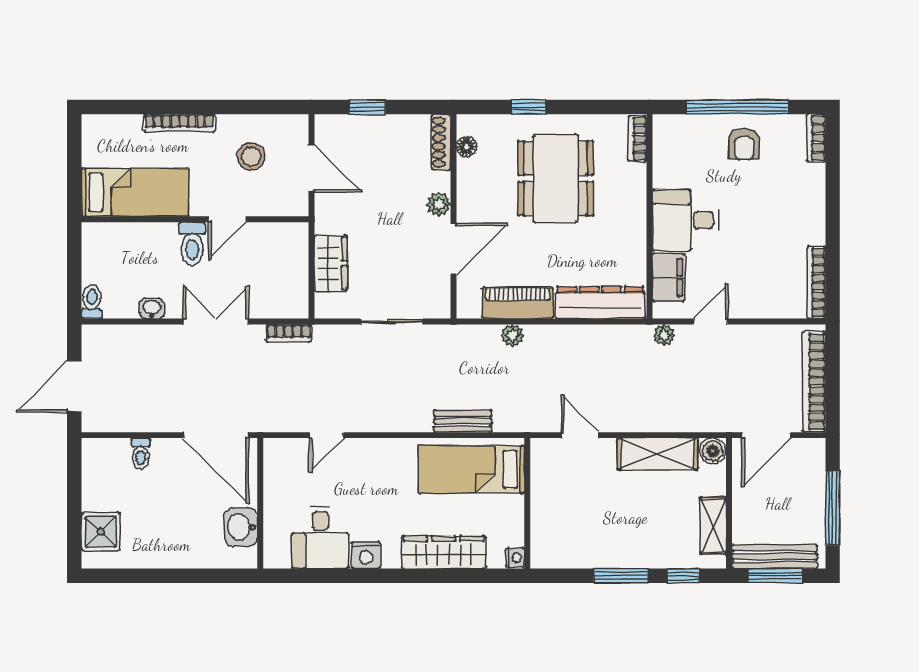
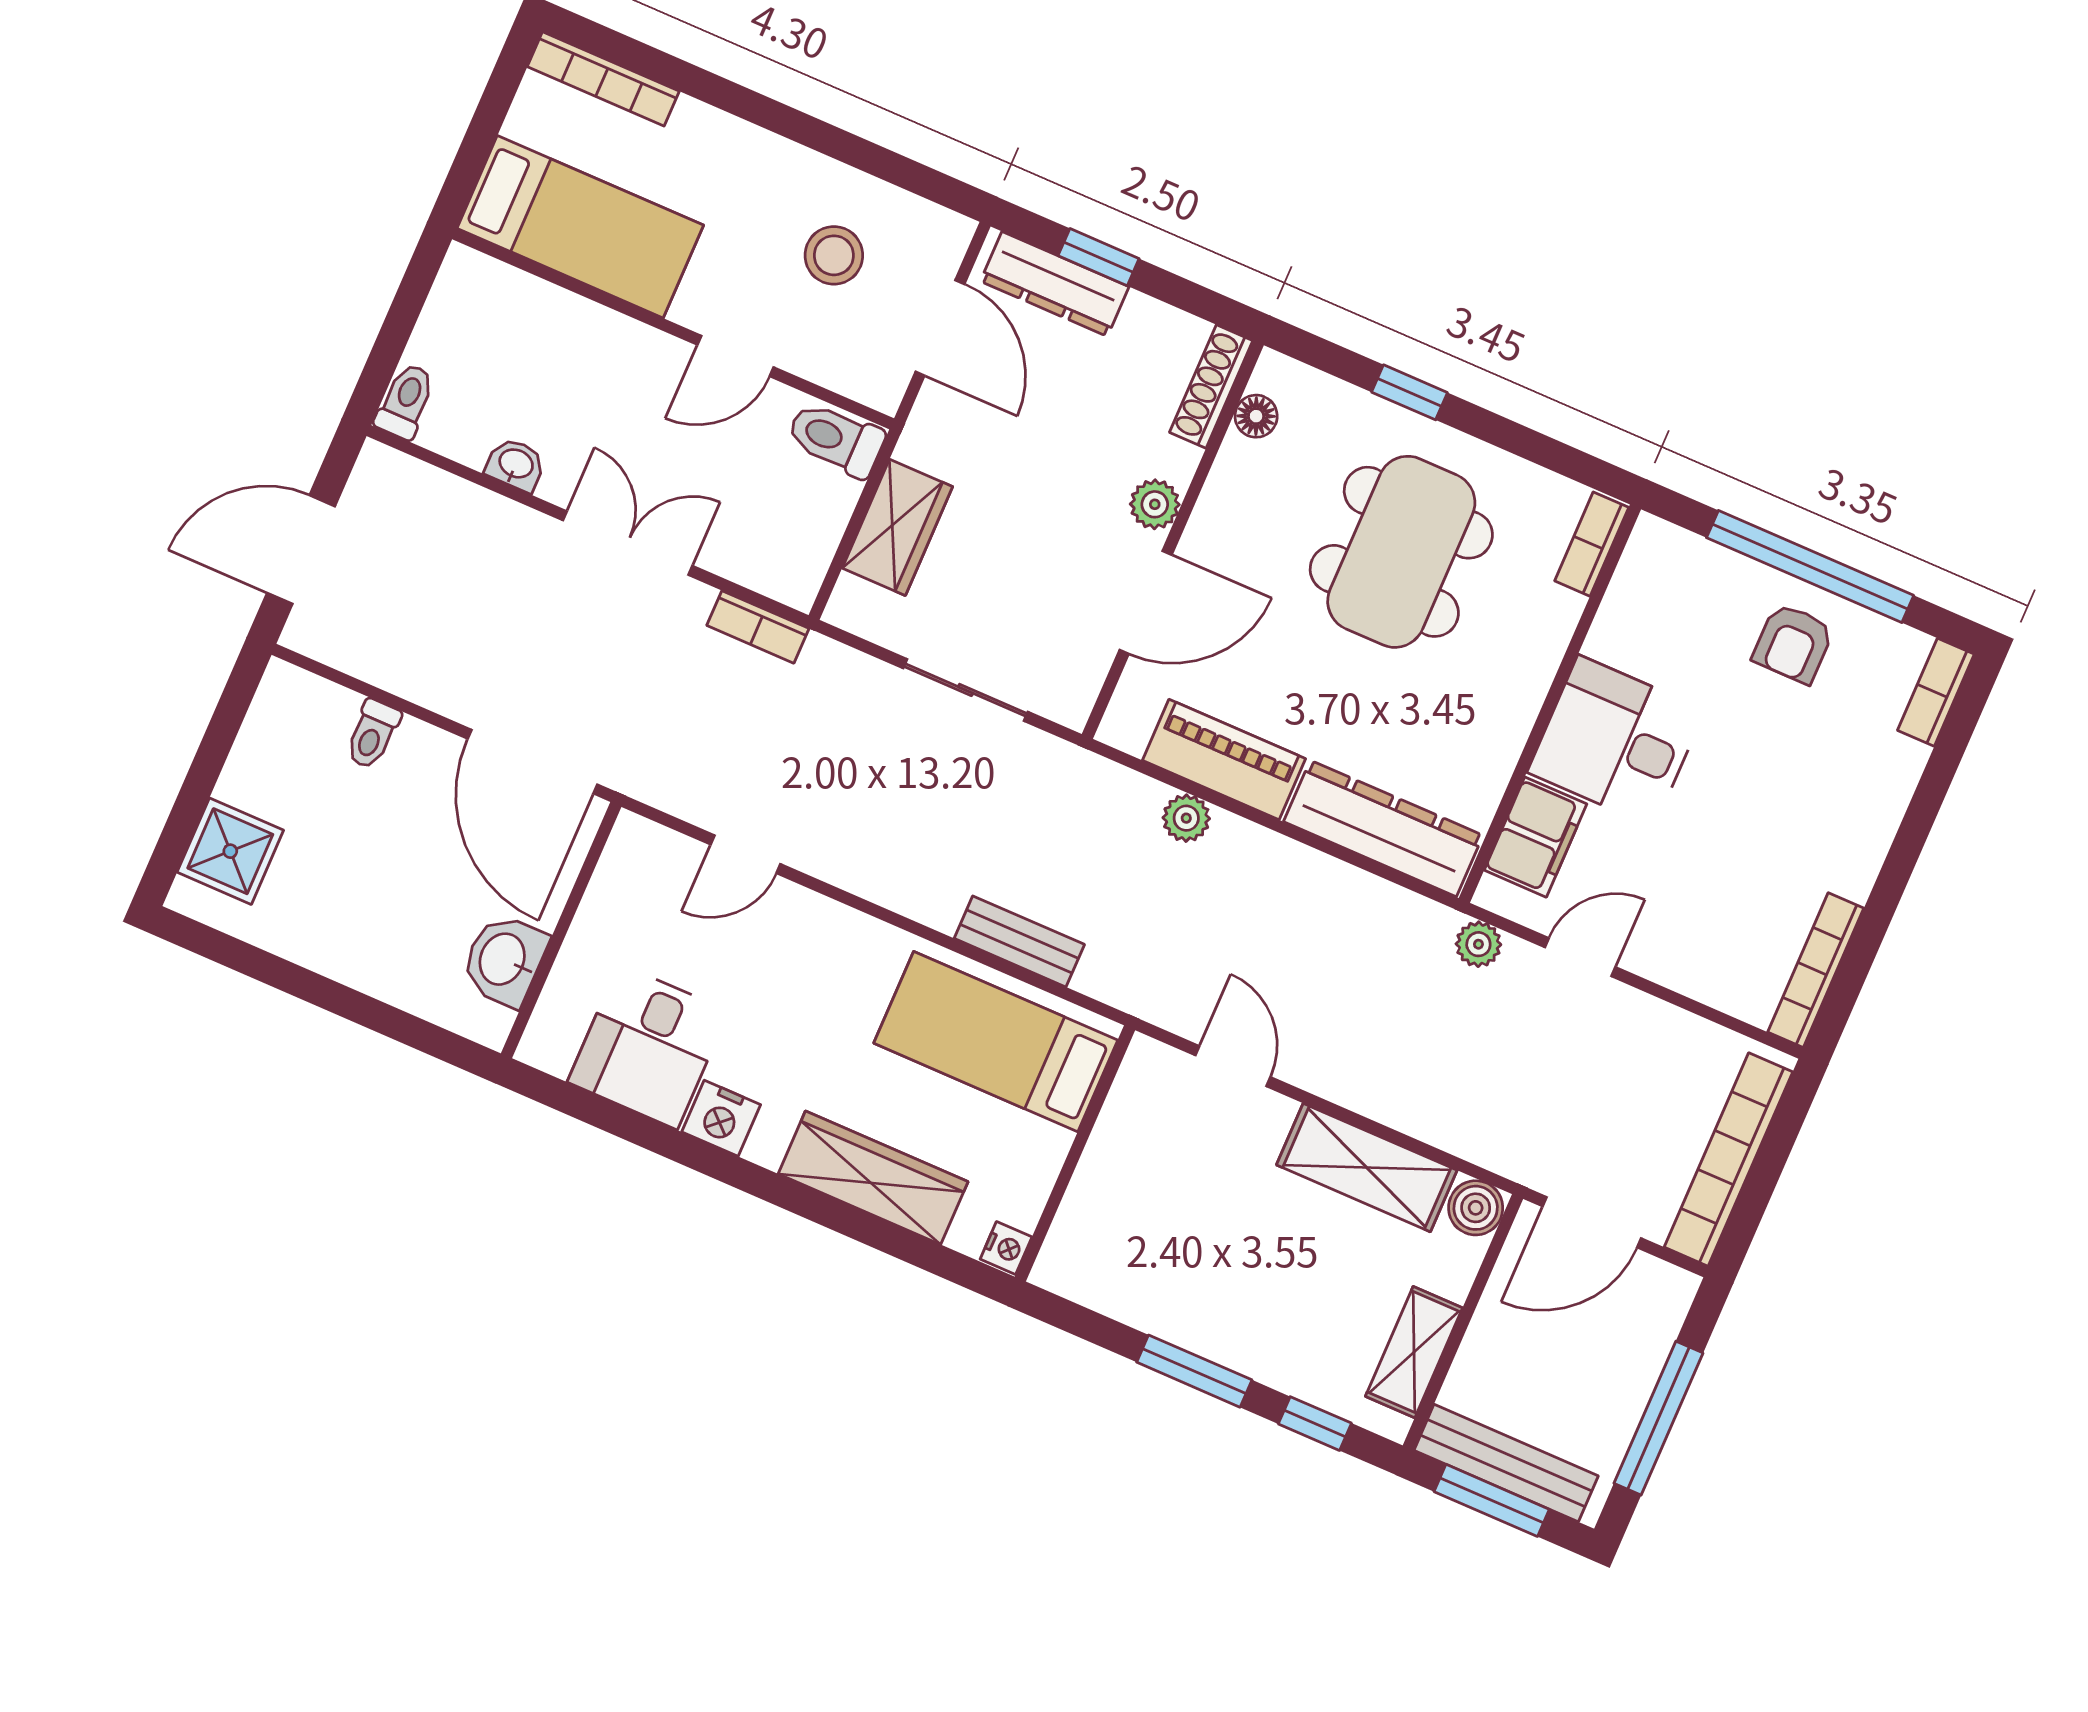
bookcase: (179, 123) -> (603, 79), moved
dresser: (353, 127) -> (1055, 284), added
toilet: (192, 244) -> (836, 439), moved, turned 90

